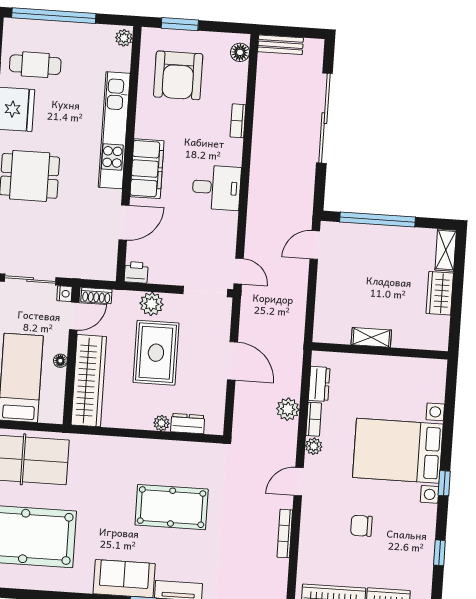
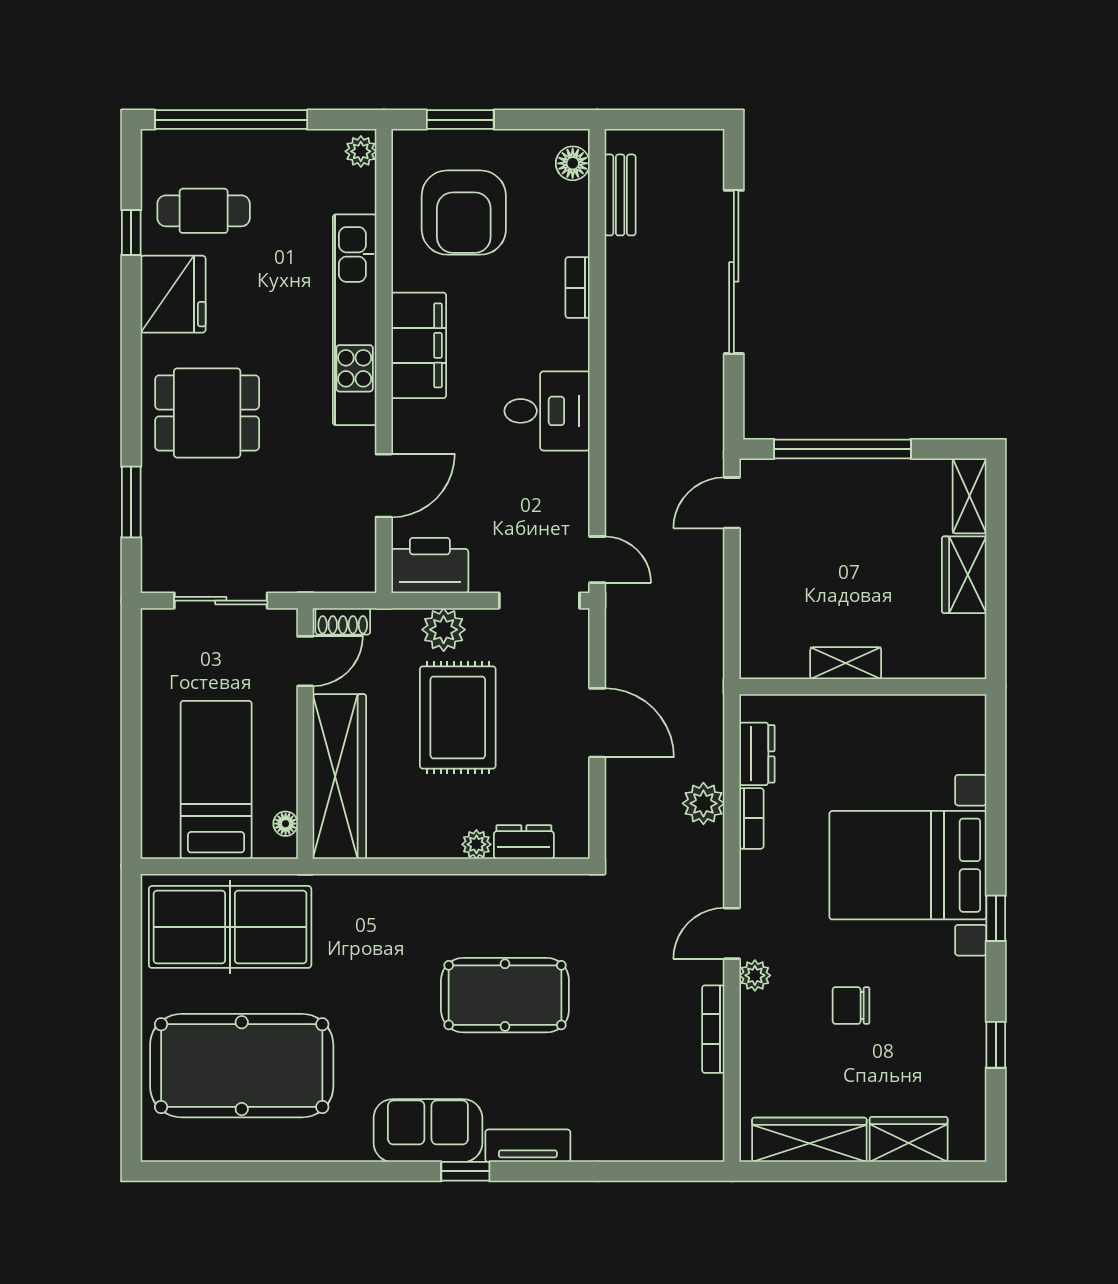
bench: (280, 45) -> (620, 195), moved, turned 90
filing cabinet: (147, 169) -> (419, 345), moved
printer: (136, 272) -> (430, 565), width x1.87, depth x1.48
nightstand: (64, 294) -> (285, 622), removed
floor lamp: (60, 361) -> (286, 824), moved
plant: (314, 446) -> (755, 975), moved

